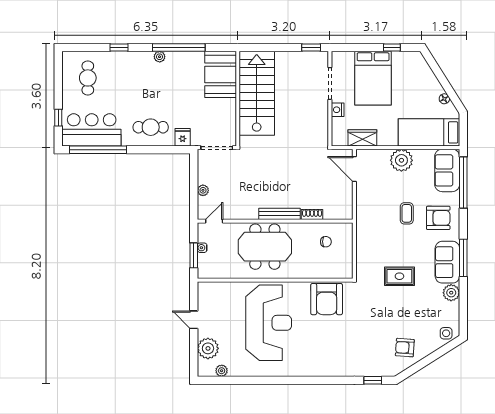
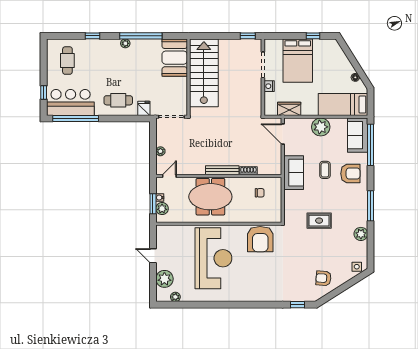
plant: (205, 261) -> (162, 209), added
sofa: (447, 262) -> (294, 173), moved, turned 180

